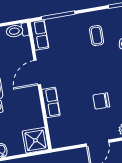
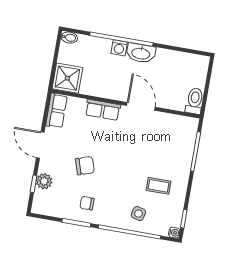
row of seats: (40, 35) -> (56, 111), moved, turned -90
chair: (101, 101) -> (85, 166), turned 72

